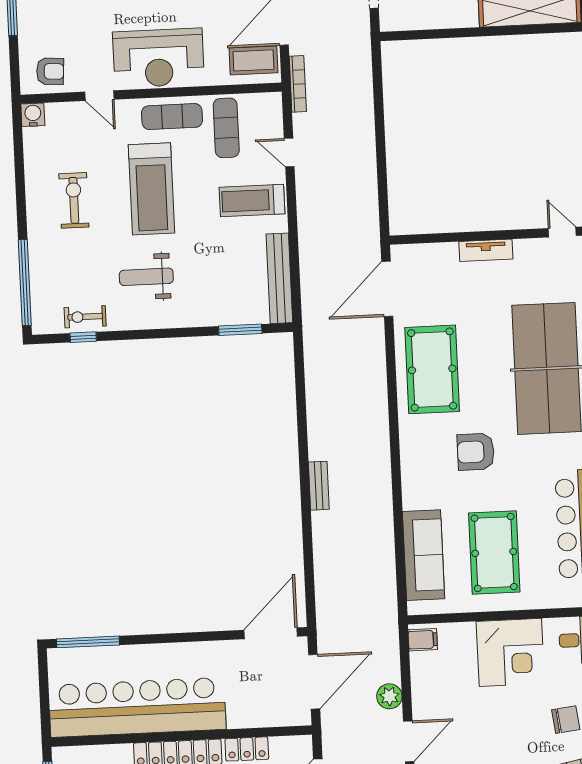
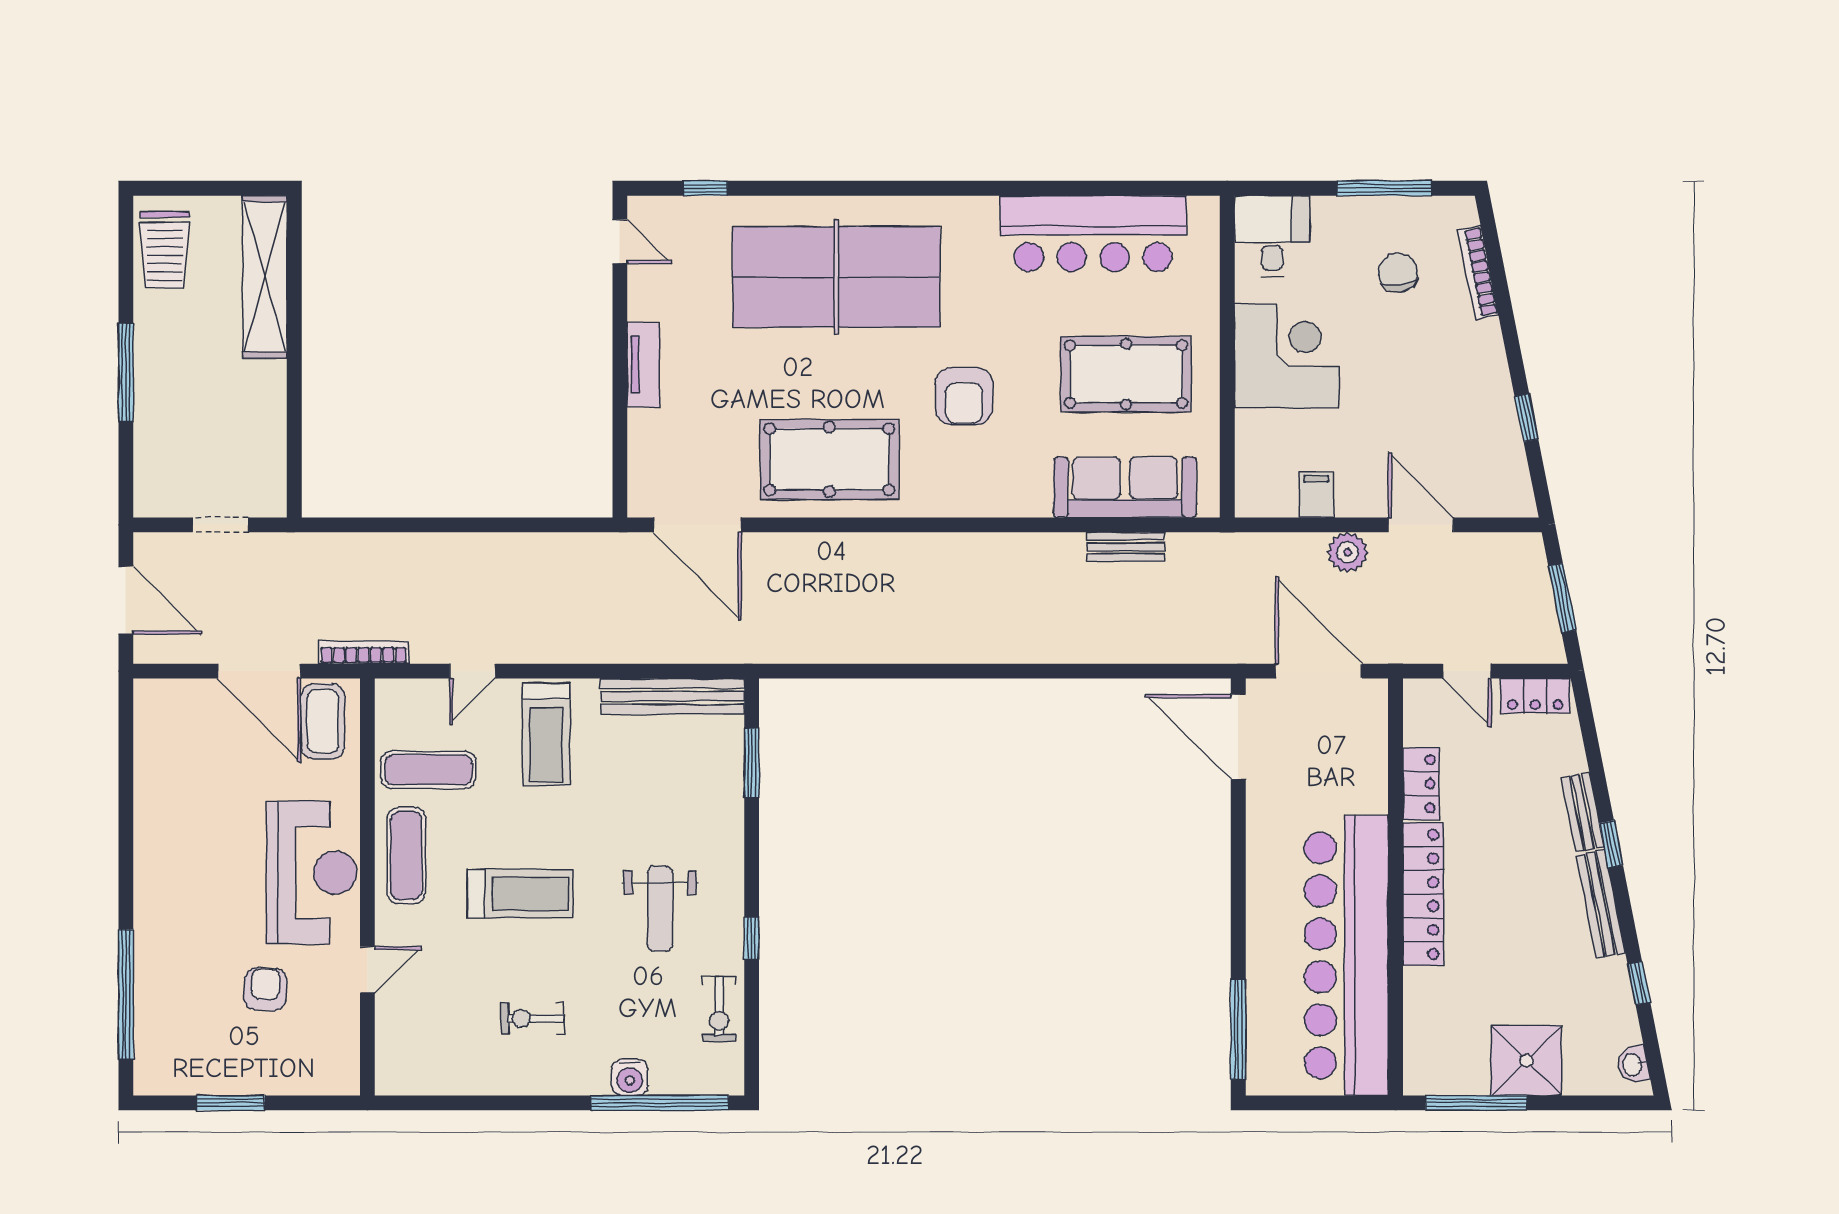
armchair: (50, 71) -> (265, 989), moved
water cooler: (33, 115) -> (630, 1077), moved, turned -90
treadmill: (151, 189) -> (520, 894), width x0.73, depth x0.73
exercise bike: (74, 200) -> (533, 1018), width x0.73, depth x0.72
door: (562, 232) -> (620, 242), swing flipped
window: (83, 337) -> (752, 938), moved
bench: (319, 486) -> (1126, 547), moved
filing cabinet: (423, 640) -> (1316, 495), moved

